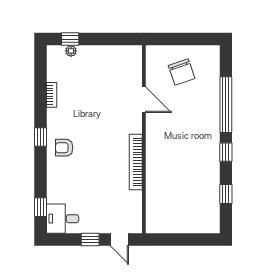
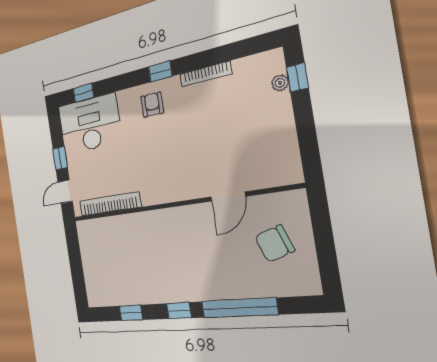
bookcase: (52, 95) -> (206, 74), width x1.56
bookcase: (136, 162) -> (110, 204), moved
desk: (63, 219) -> (90, 124), width x1.87, depth x1.30

